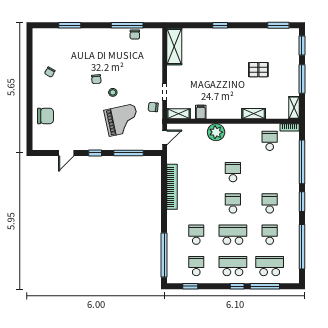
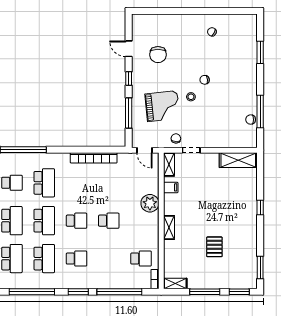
shelving: (254, 114) -> (169, 228), moved
chair: (45, 116) -> (158, 55), moved
grand piano: (122, 120) -> (162, 106), turned -84
school desk: (196, 235) -> (44, 183), width x1.85
school desk: (270, 235) -> (44, 259), width x1.85

